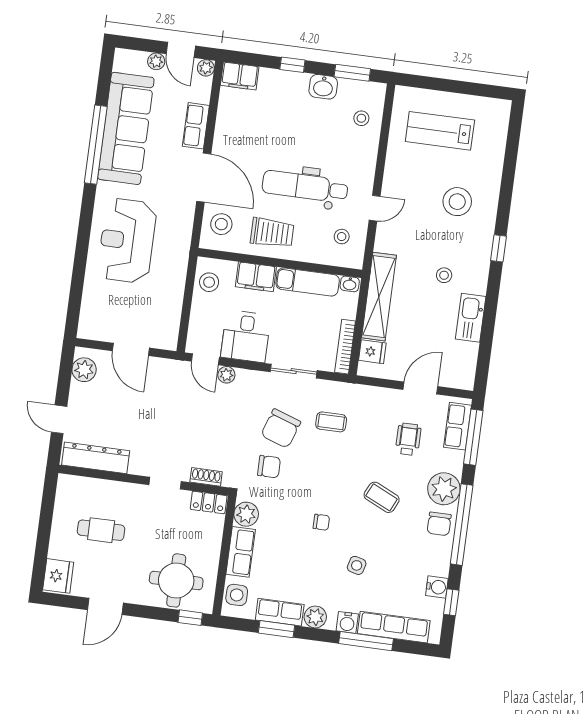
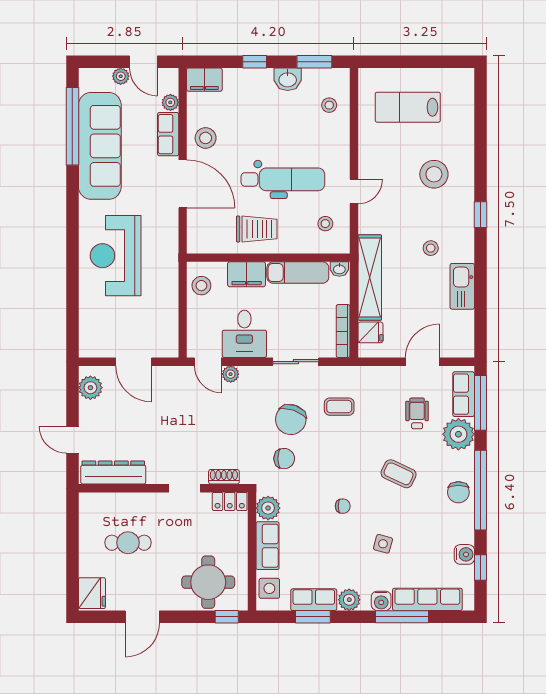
plant: (206, 68) -> (170, 102), moved
window: (96, 145) -> (72, 126), moved
dental chair: (305, 187) -> (283, 179), turned 180
stool: (221, 224) -> (206, 138), moved
plant: (444, 489) -> (458, 434), moved

